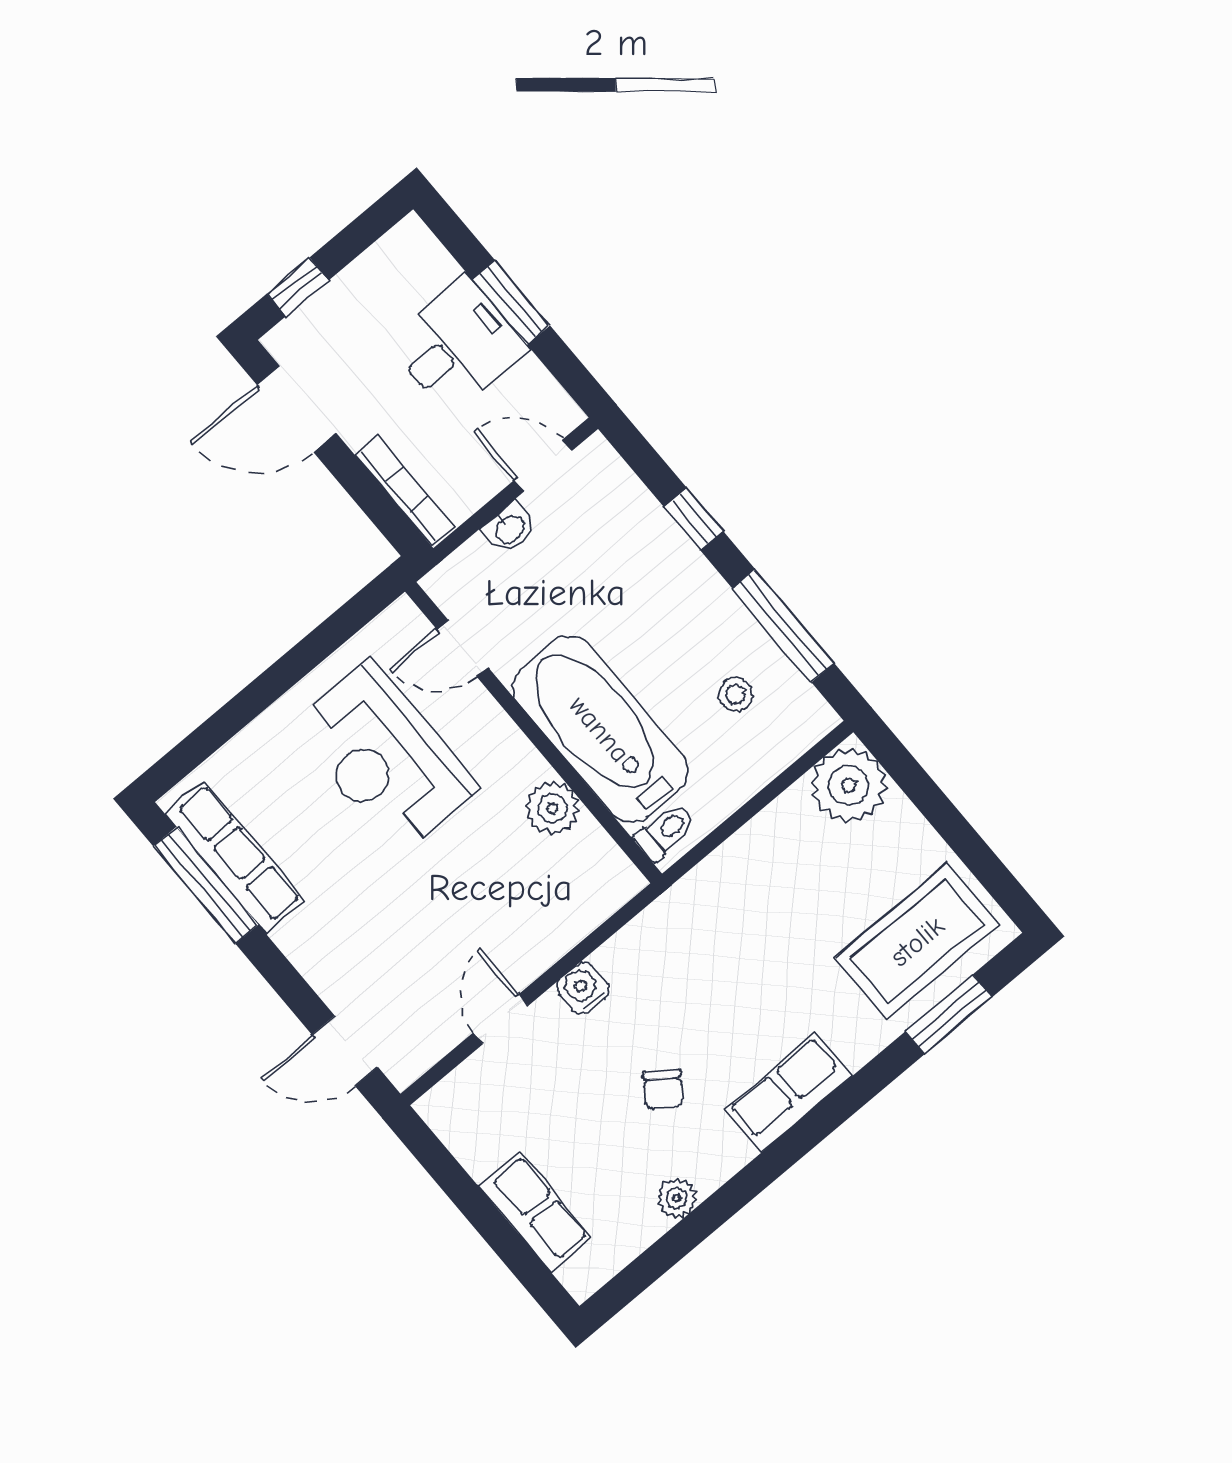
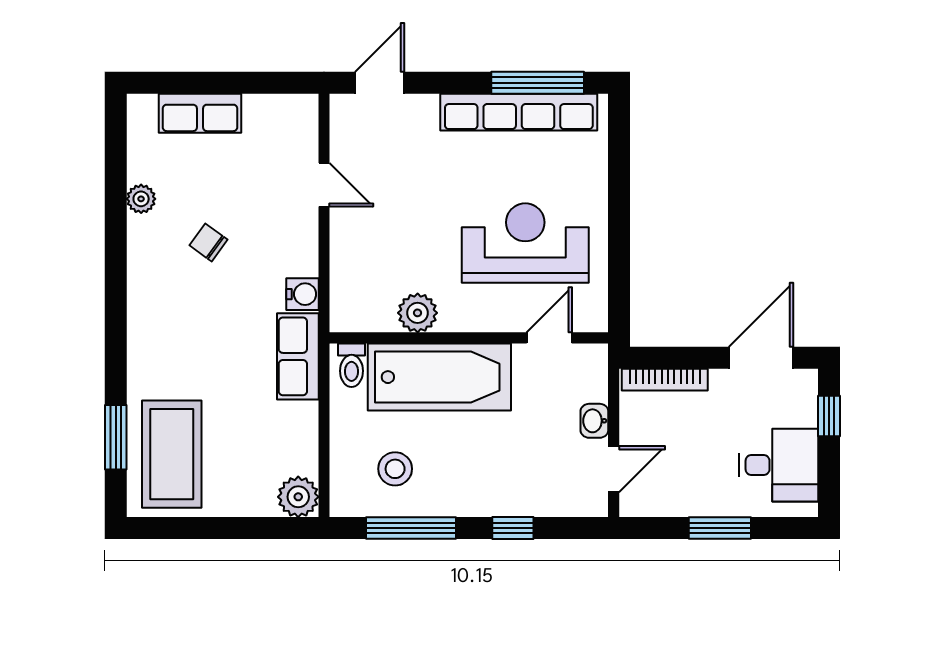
desk: (457, 345) -> (779, 465), moved, turned -90
stool: (735, 694) -> (395, 469), width x1.37, depth x1.37
plant: (849, 785) -> (298, 497), width x0.73, depth x0.73
row of seats: (235, 857) -> (519, 112), width x1.36
water cooler: (583, 989) -> (302, 294), moved
row of seats: (788, 1093) -> (298, 356), moved, turned 180

